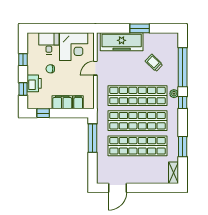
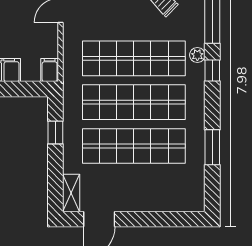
filing cabinet: (78, 102) -> (50, 70), moved
window: (92, 138) -> (55, 133), width x0.46
shelving: (173, 173) -> (71, 193), moved

